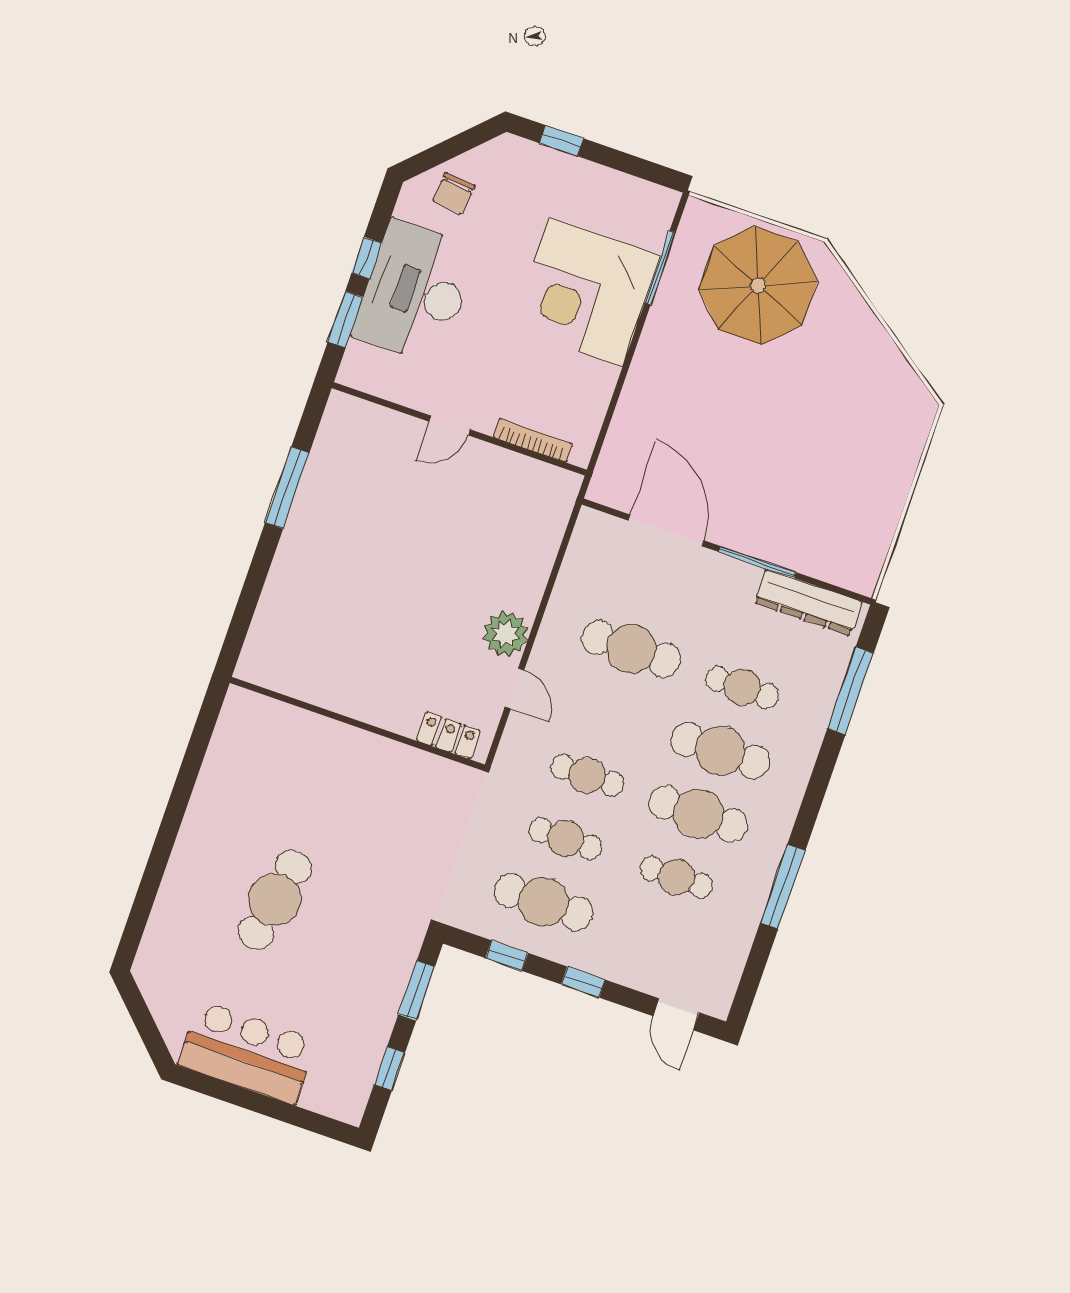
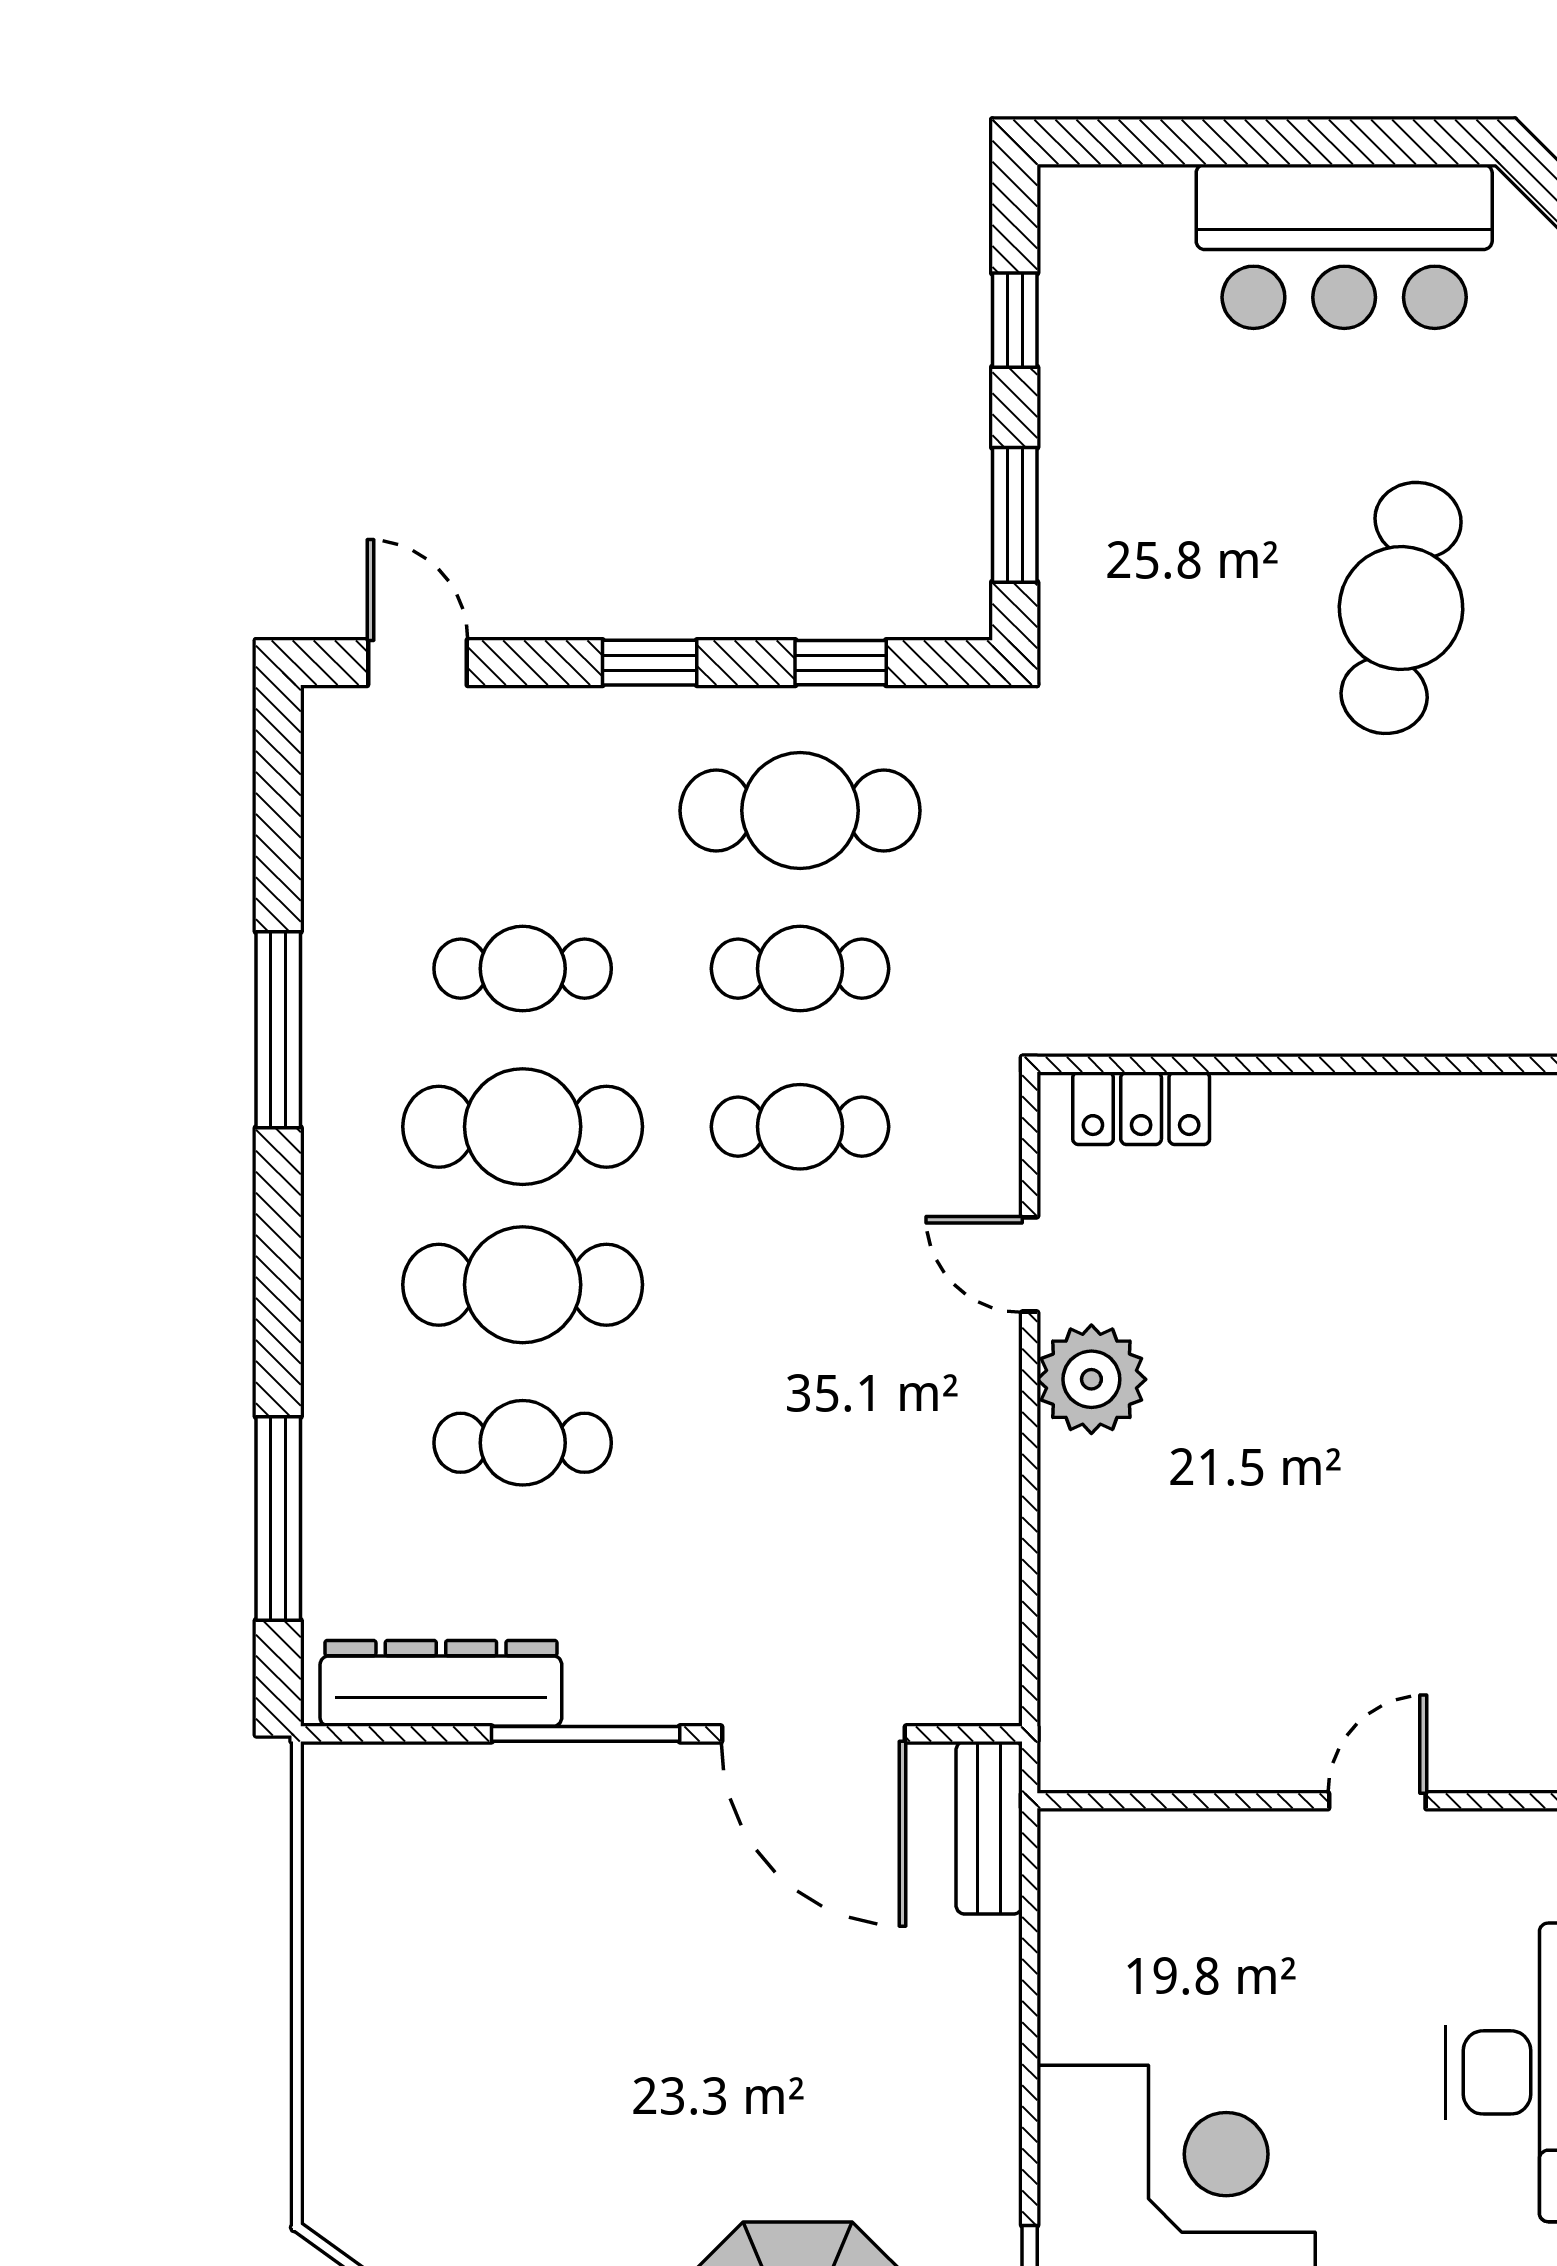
bookcase: (533, 440) -> (1181, 1832), removed
bench: (609, 469) -> (989, 1828), added
cafe table: (631, 649) -> (800, 1443), removed

